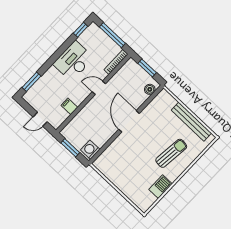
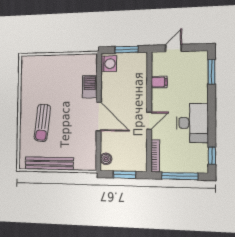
barbecue: (161, 187) -> (90, 87), moved, turned 180

